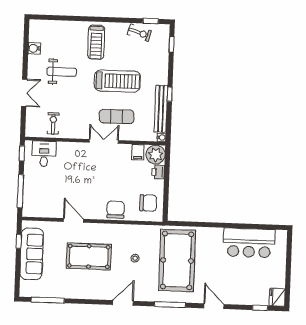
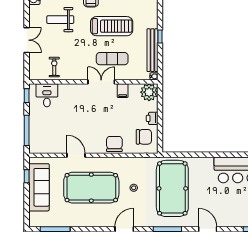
weight bench: (62, 72) -> (60, 20), turned 180
filing cabinet: (138, 152) -> (123, 91), moved
printer: (158, 172) -> (152, 118), moved
pool table: (89, 256) -> (91, 188), width x1.36, depth x1.32

